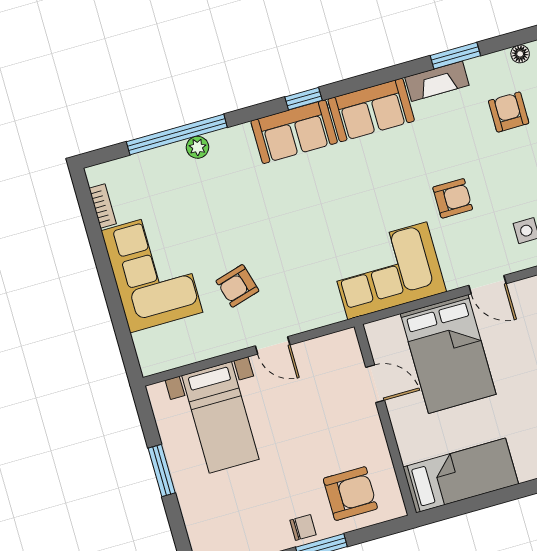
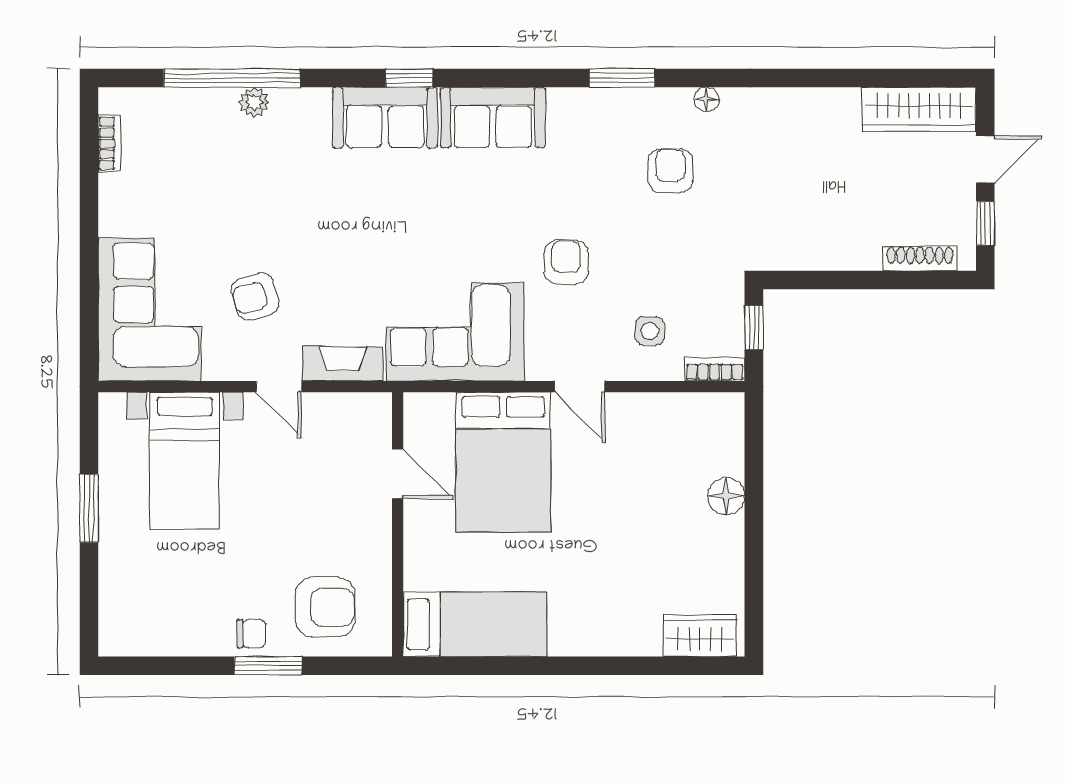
fireplace: (437, 81) -> (342, 364), moved, turned 180
armchair: (453, 198) -> (566, 262), turned -90
corner sofa: (152, 271) -> (149, 309), moved

